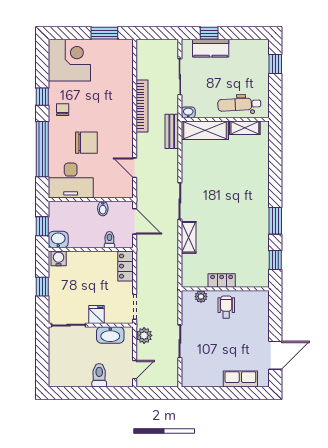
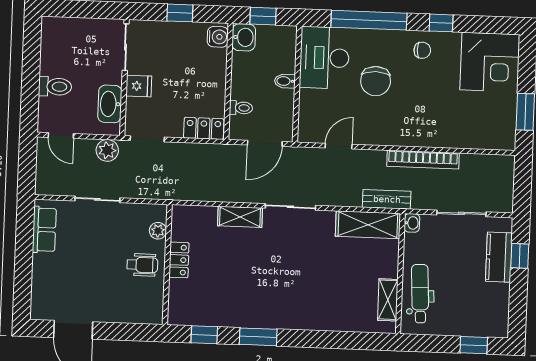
shelving: (205, 130) -> (368, 225), moved, turned 90
bidet: (103, 208) -> (285, 81), moved
row of seats: (240, 379) -> (44, 230), moved

